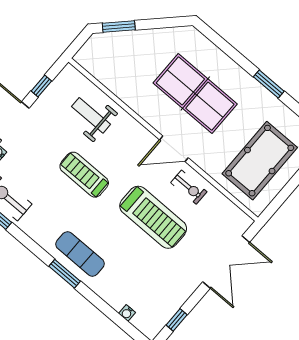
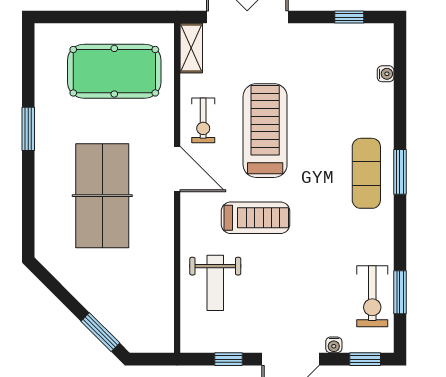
treadmill: (84, 175) -> (256, 218), moved, turned -90
exercise bike: (189, 187) -> (203, 120), turned 180
shelving: (236, 215) -> (191, 48), added

